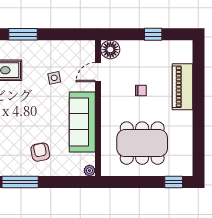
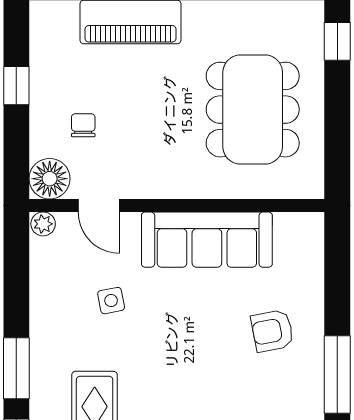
chair: (141, 90) -> (83, 125), moved
plant: (89, 171) -> (43, 224), moved

